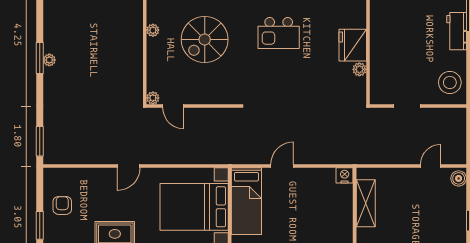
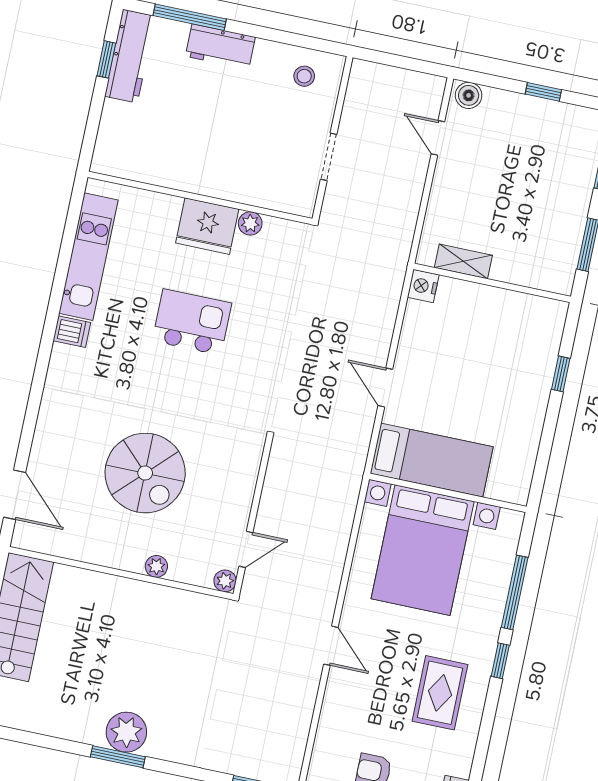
plant: (153, 30) -> (156, 566), moved
kitchen island: (279, 33) -> (192, 322), moved, turned -90
plant: (49, 60) -> (126, 732), width x1.88, depth x1.88
stool: (450, 82) -> (304, 76), width x0.53, depth x0.53
shelving: (366, 203) -> (463, 261), width x0.67, depth x0.75

